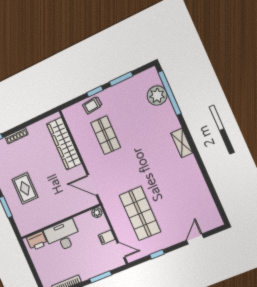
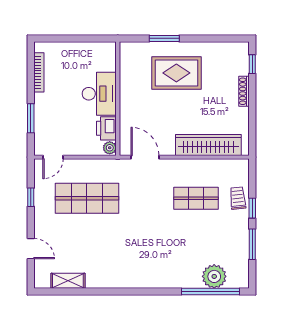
shelving: (182, 143) -> (68, 281), moved
door: (92, 185) -> (145, 157), hinge flipped
rug: (25, 188) -> (176, 73), width x1.36, depth x1.43
filing cabinet: (107, 237) -> (75, 146), removed
printer: (37, 241) -> (106, 128), moved

